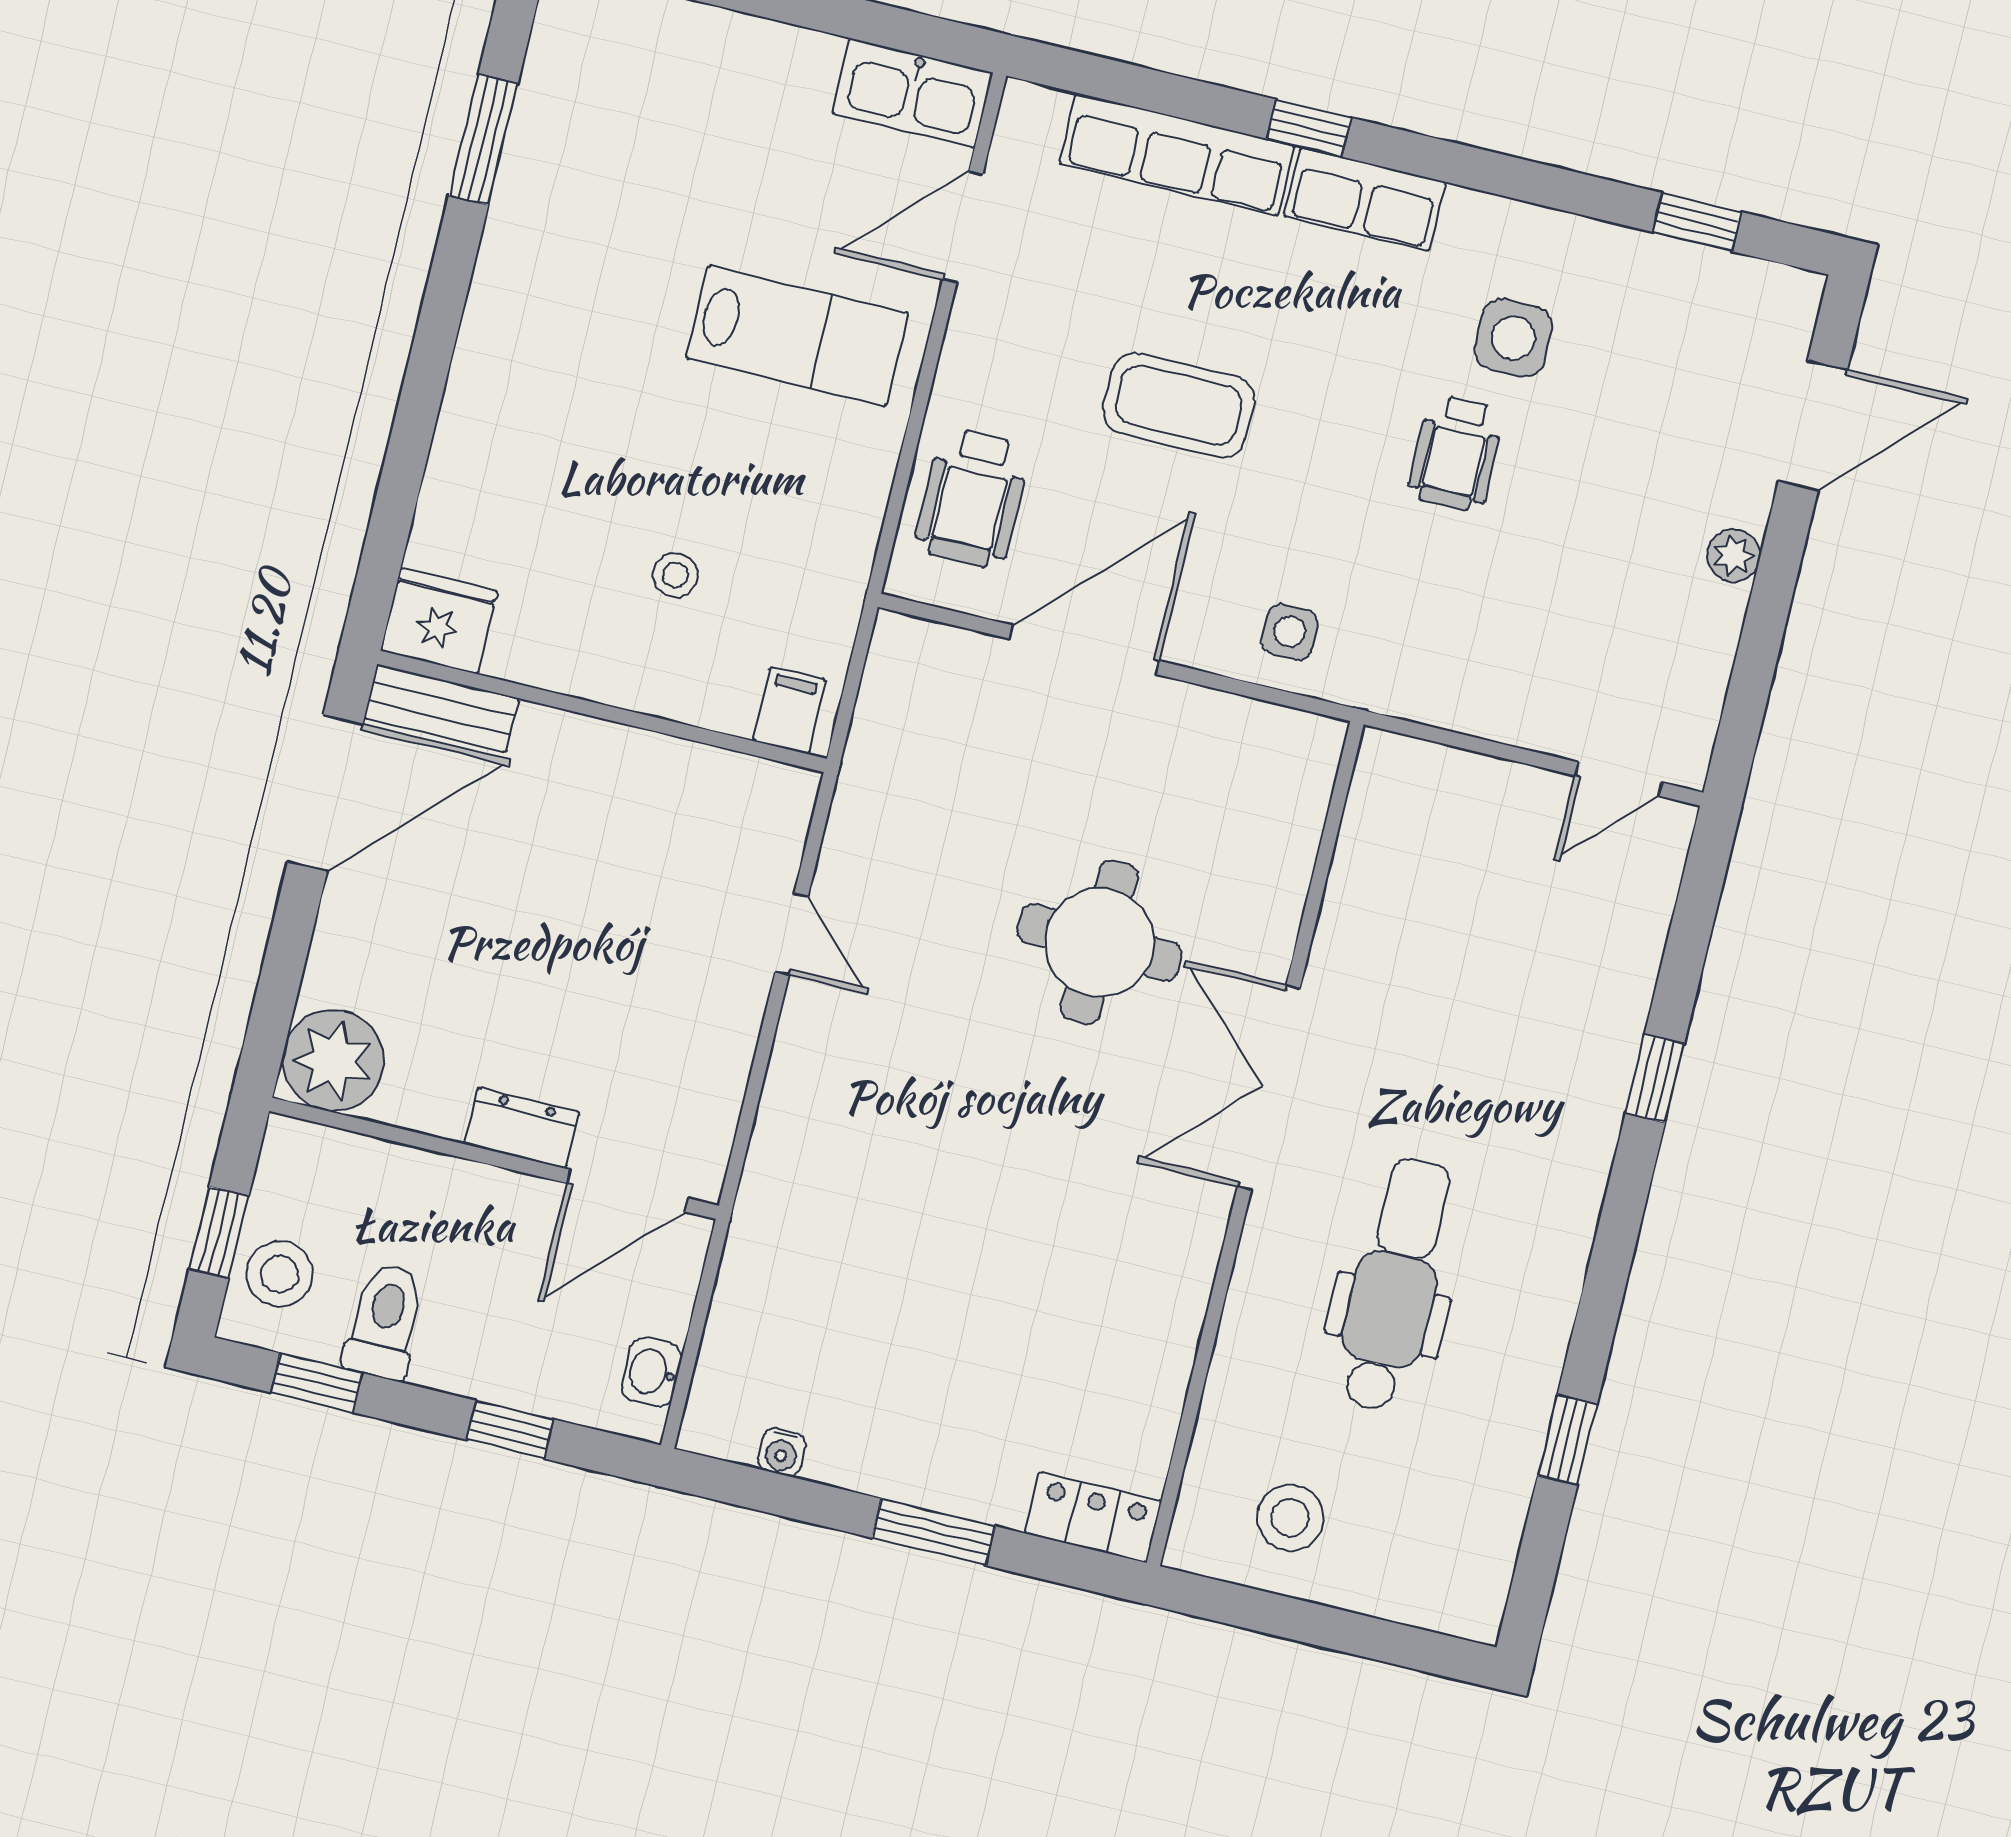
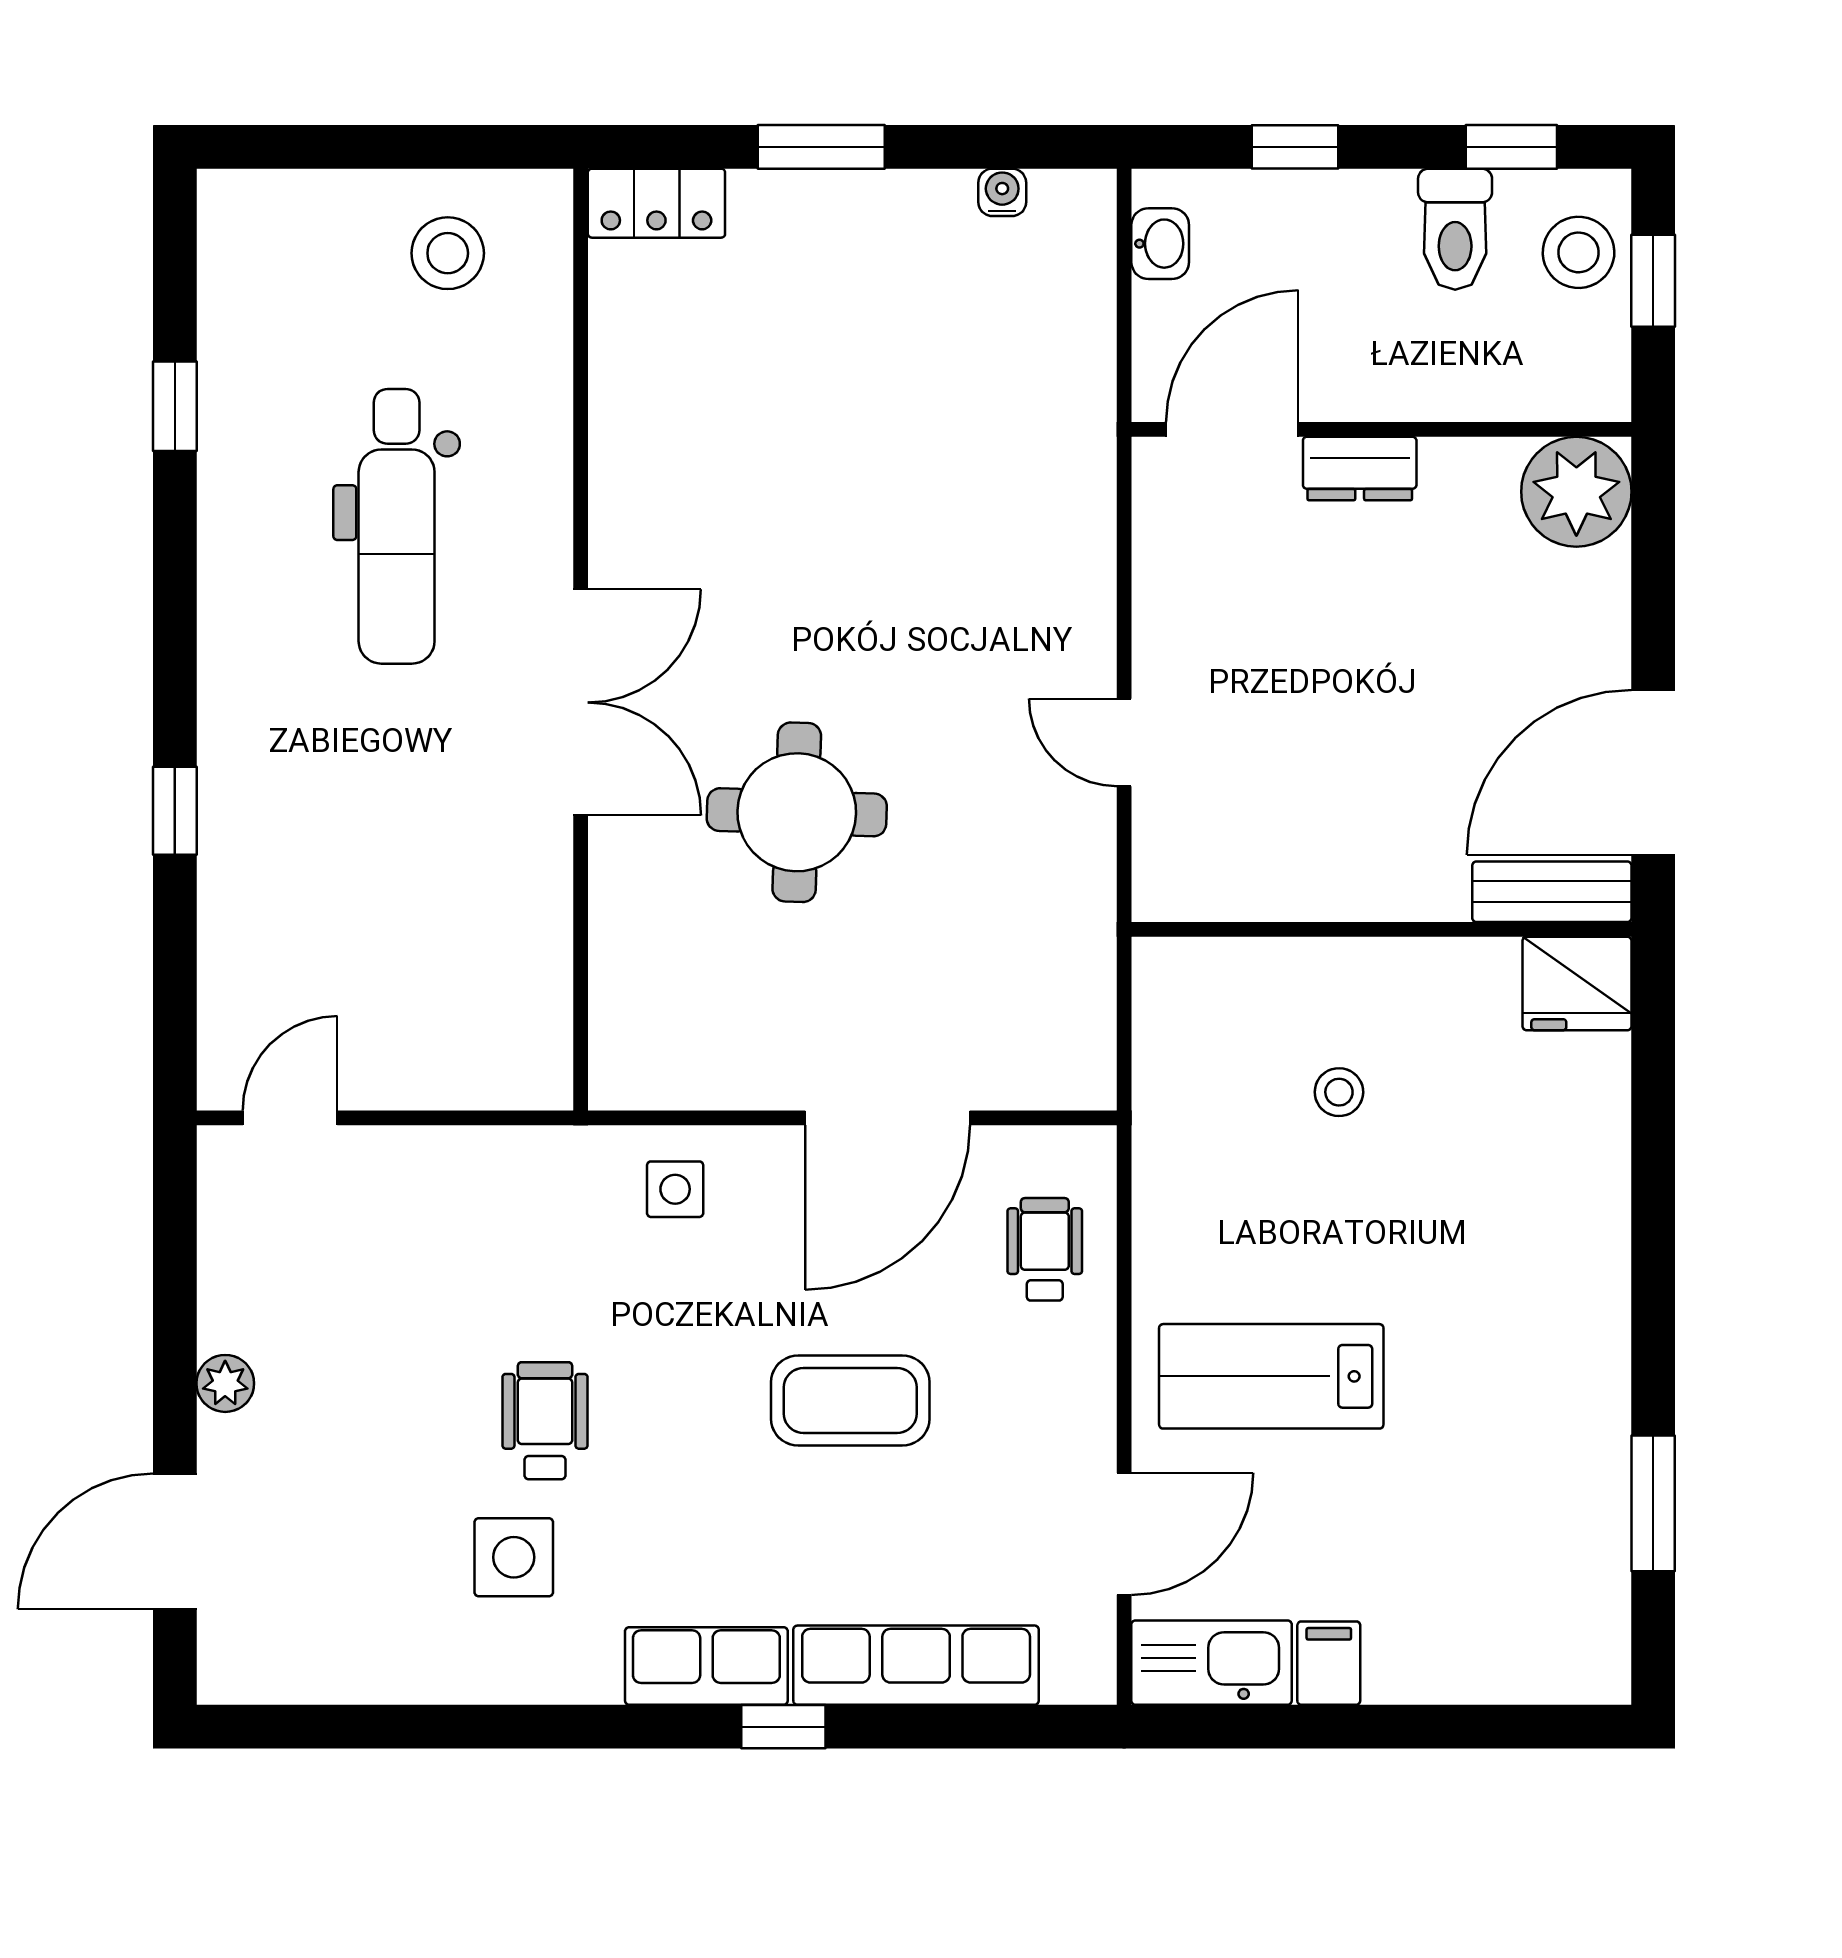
window: (1697, 222) -> (349, 1727), removed
wheelchair: (972, 498) -> (1045, 1249), width x0.73, depth x0.73
filing cabinet: (790, 710) -> (1329, 1663), moved, turned 180

